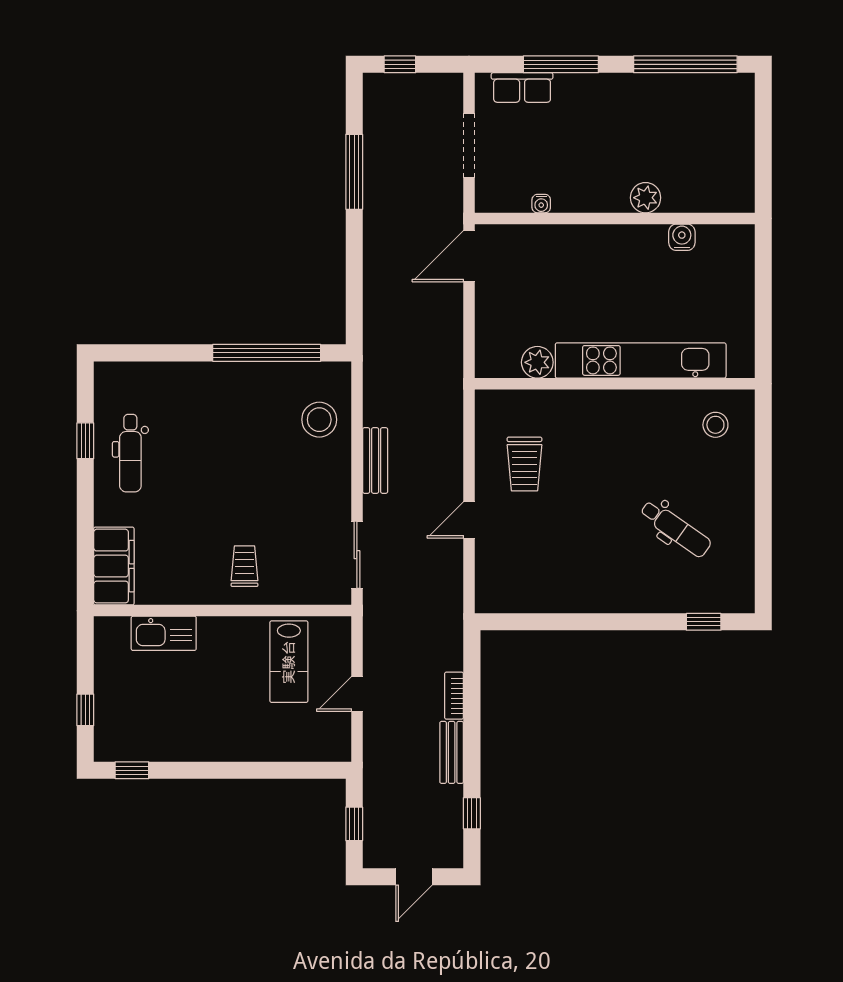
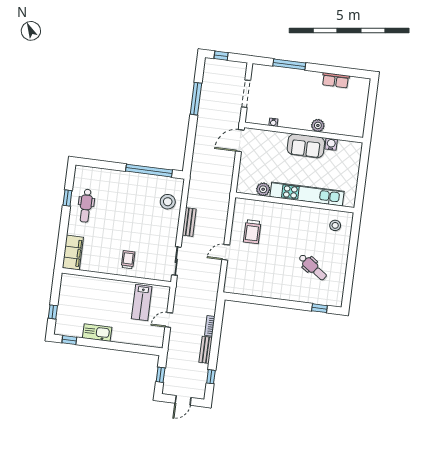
window: (685, 64) -> (342, 71), removed
row of seats: (522, 88) -> (336, 80), moved
sofa: (624, 249) -> (306, 146), added
kitchen sink: (164, 633) -> (97, 333), moved, turned 180

